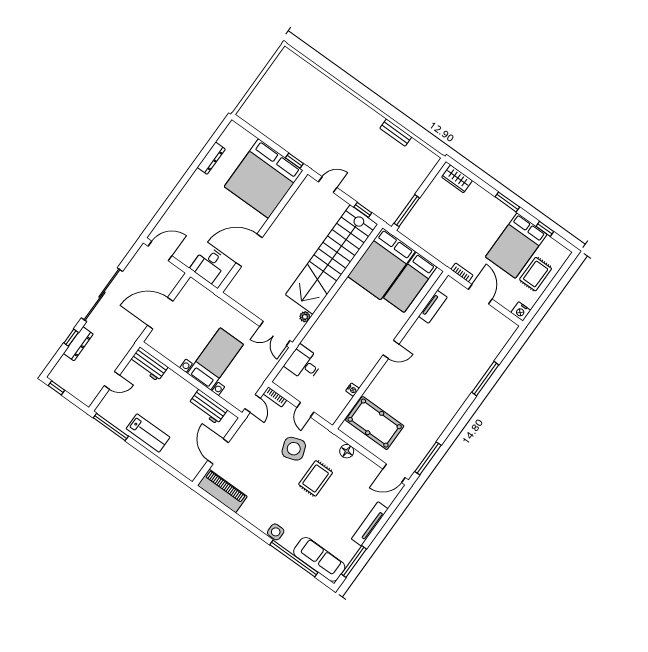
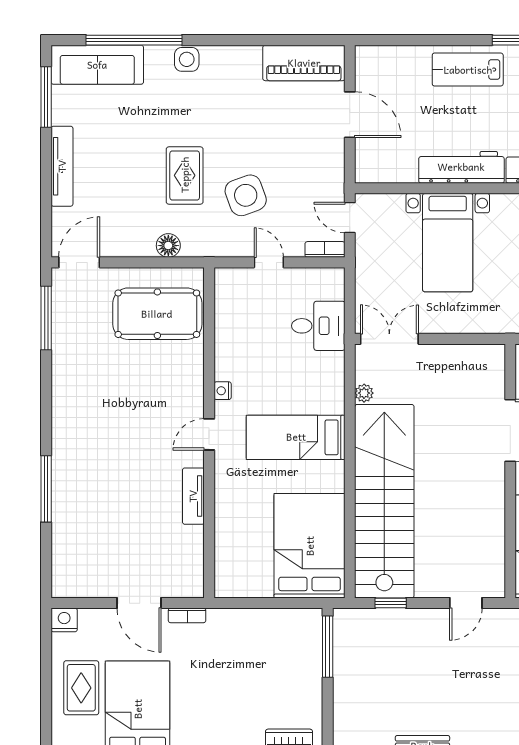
bed: (410, 282) -> (296, 437), moved, turned -90
tv unit: (433, 307) -> (193, 496), moved
nightstand: (353, 390) -> (223, 391), moved
workbench: (208, 407) -> (461, 167), moved, width x1.38

